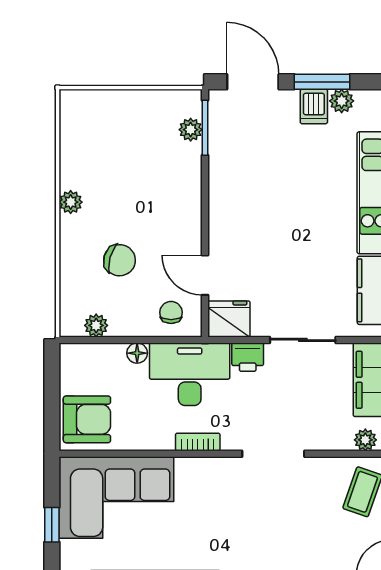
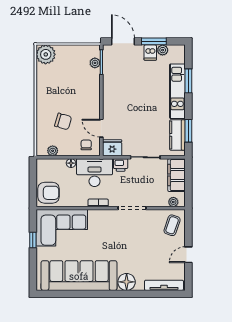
plant: (71, 202) -> (46, 54), moved, width x1.87, depth x1.87

